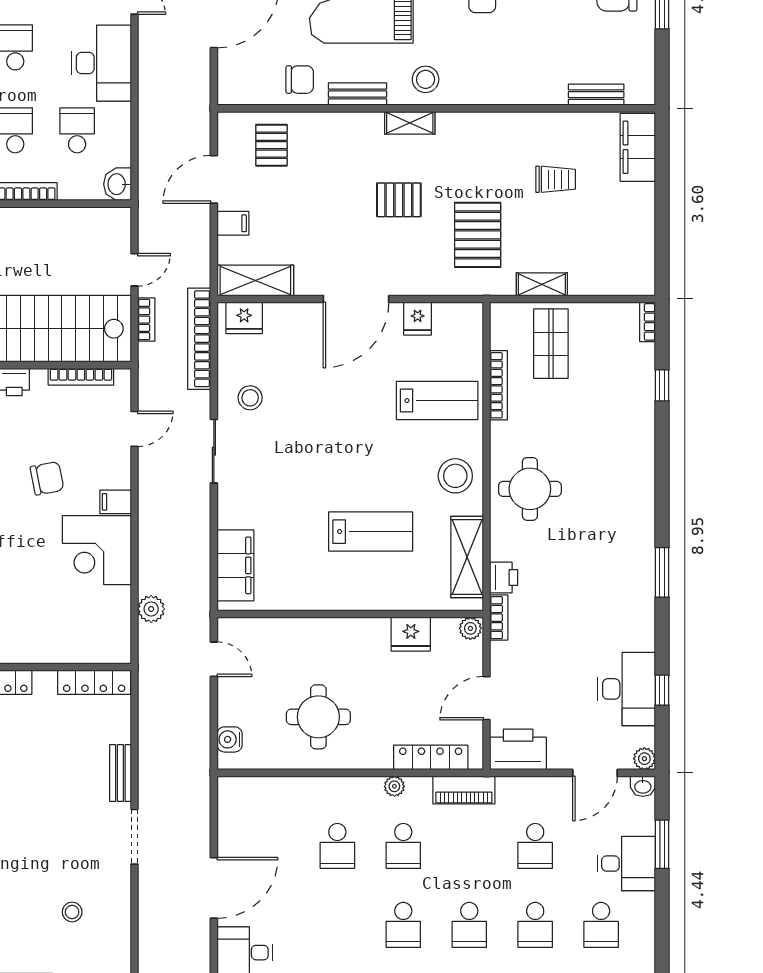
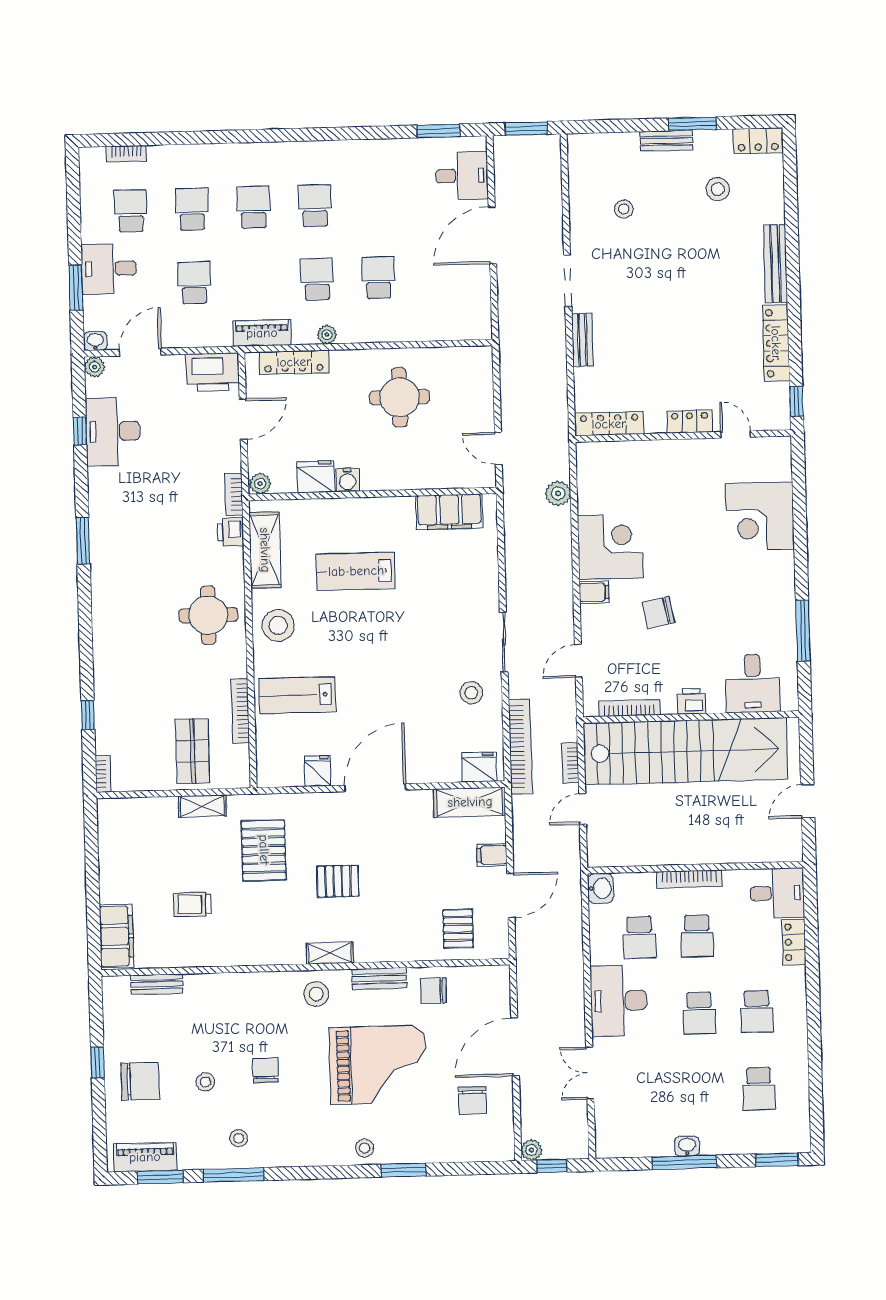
filing cabinet: (235, 565) -> (449, 512), moved, turned -90
water cooler: (230, 739) -> (348, 480), moved, turned 90

